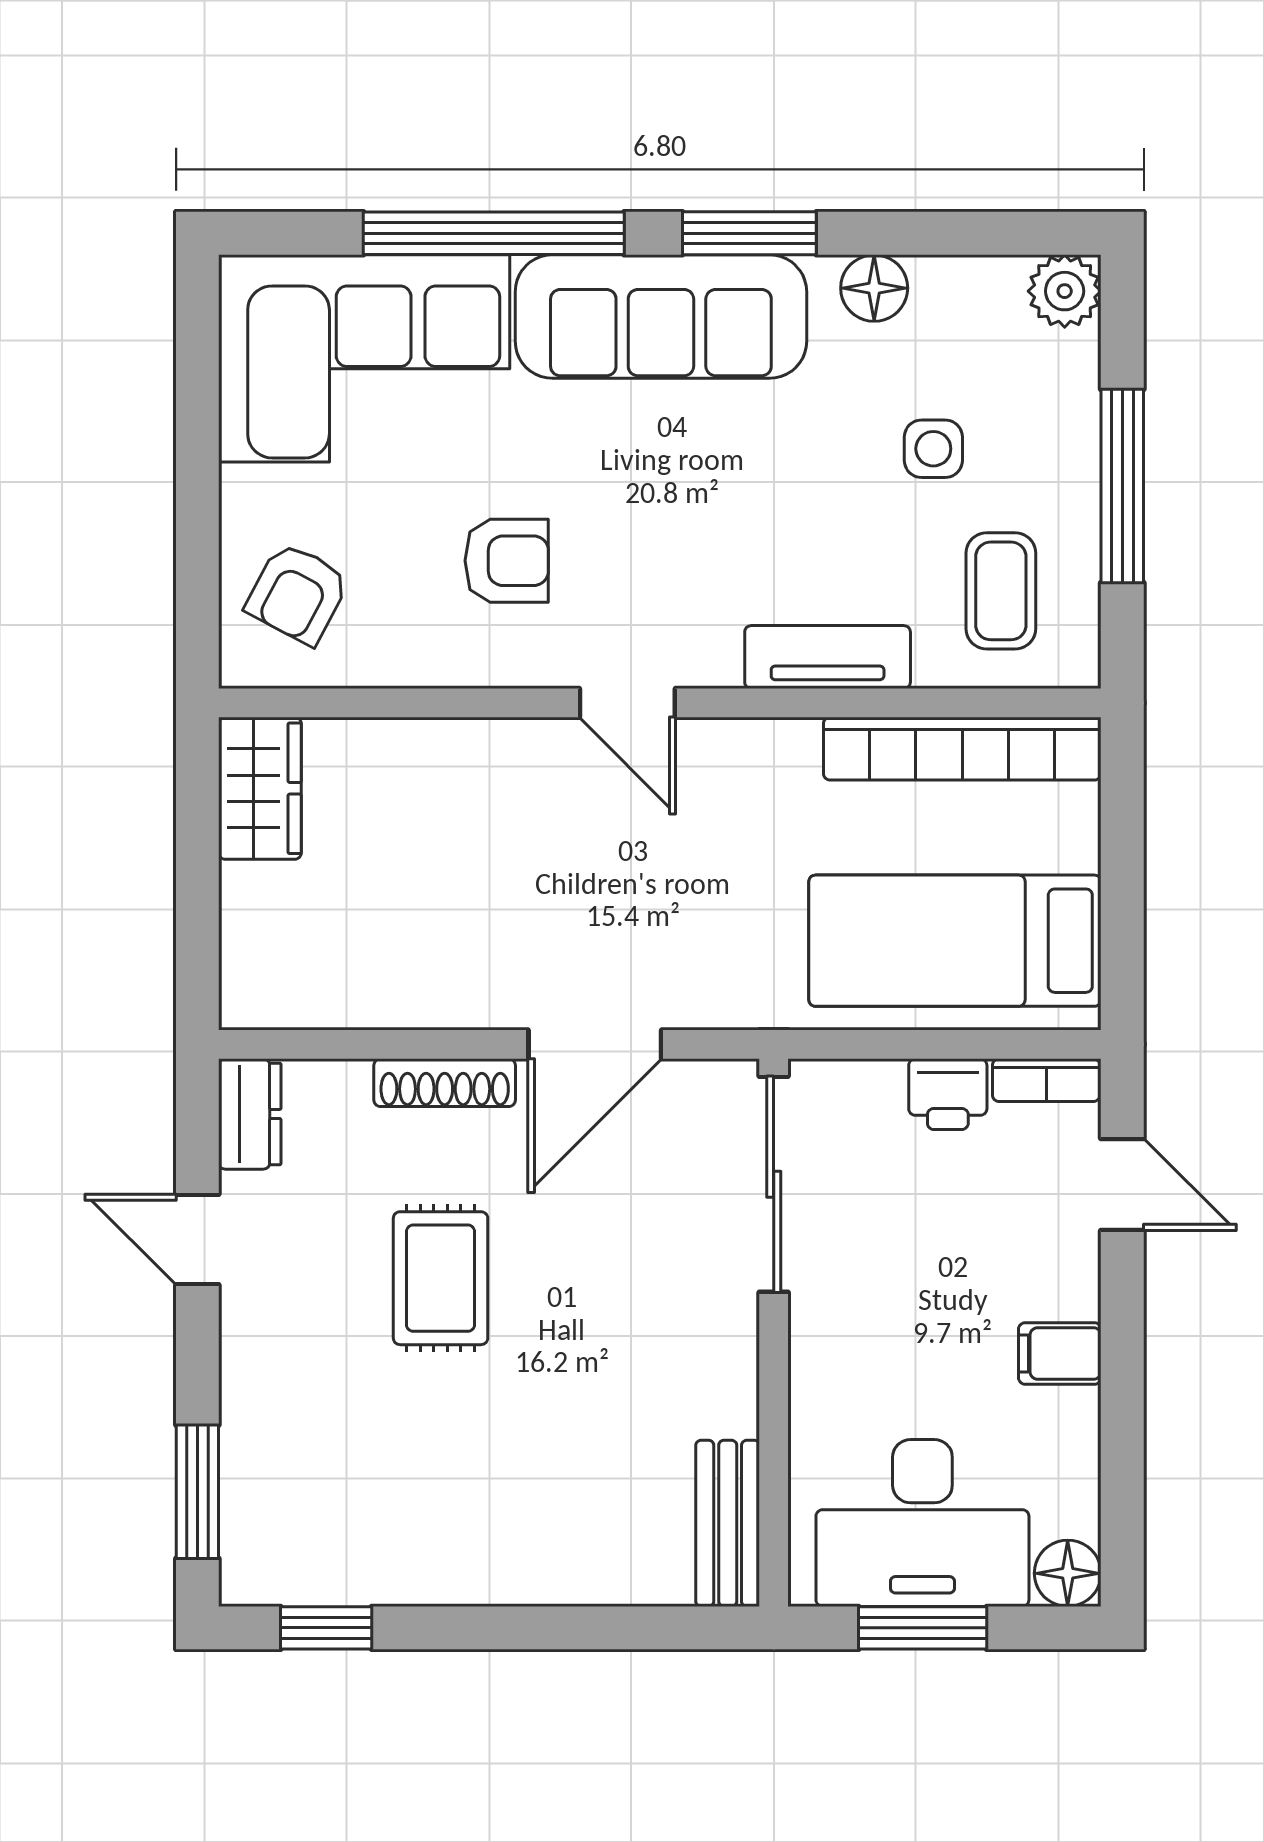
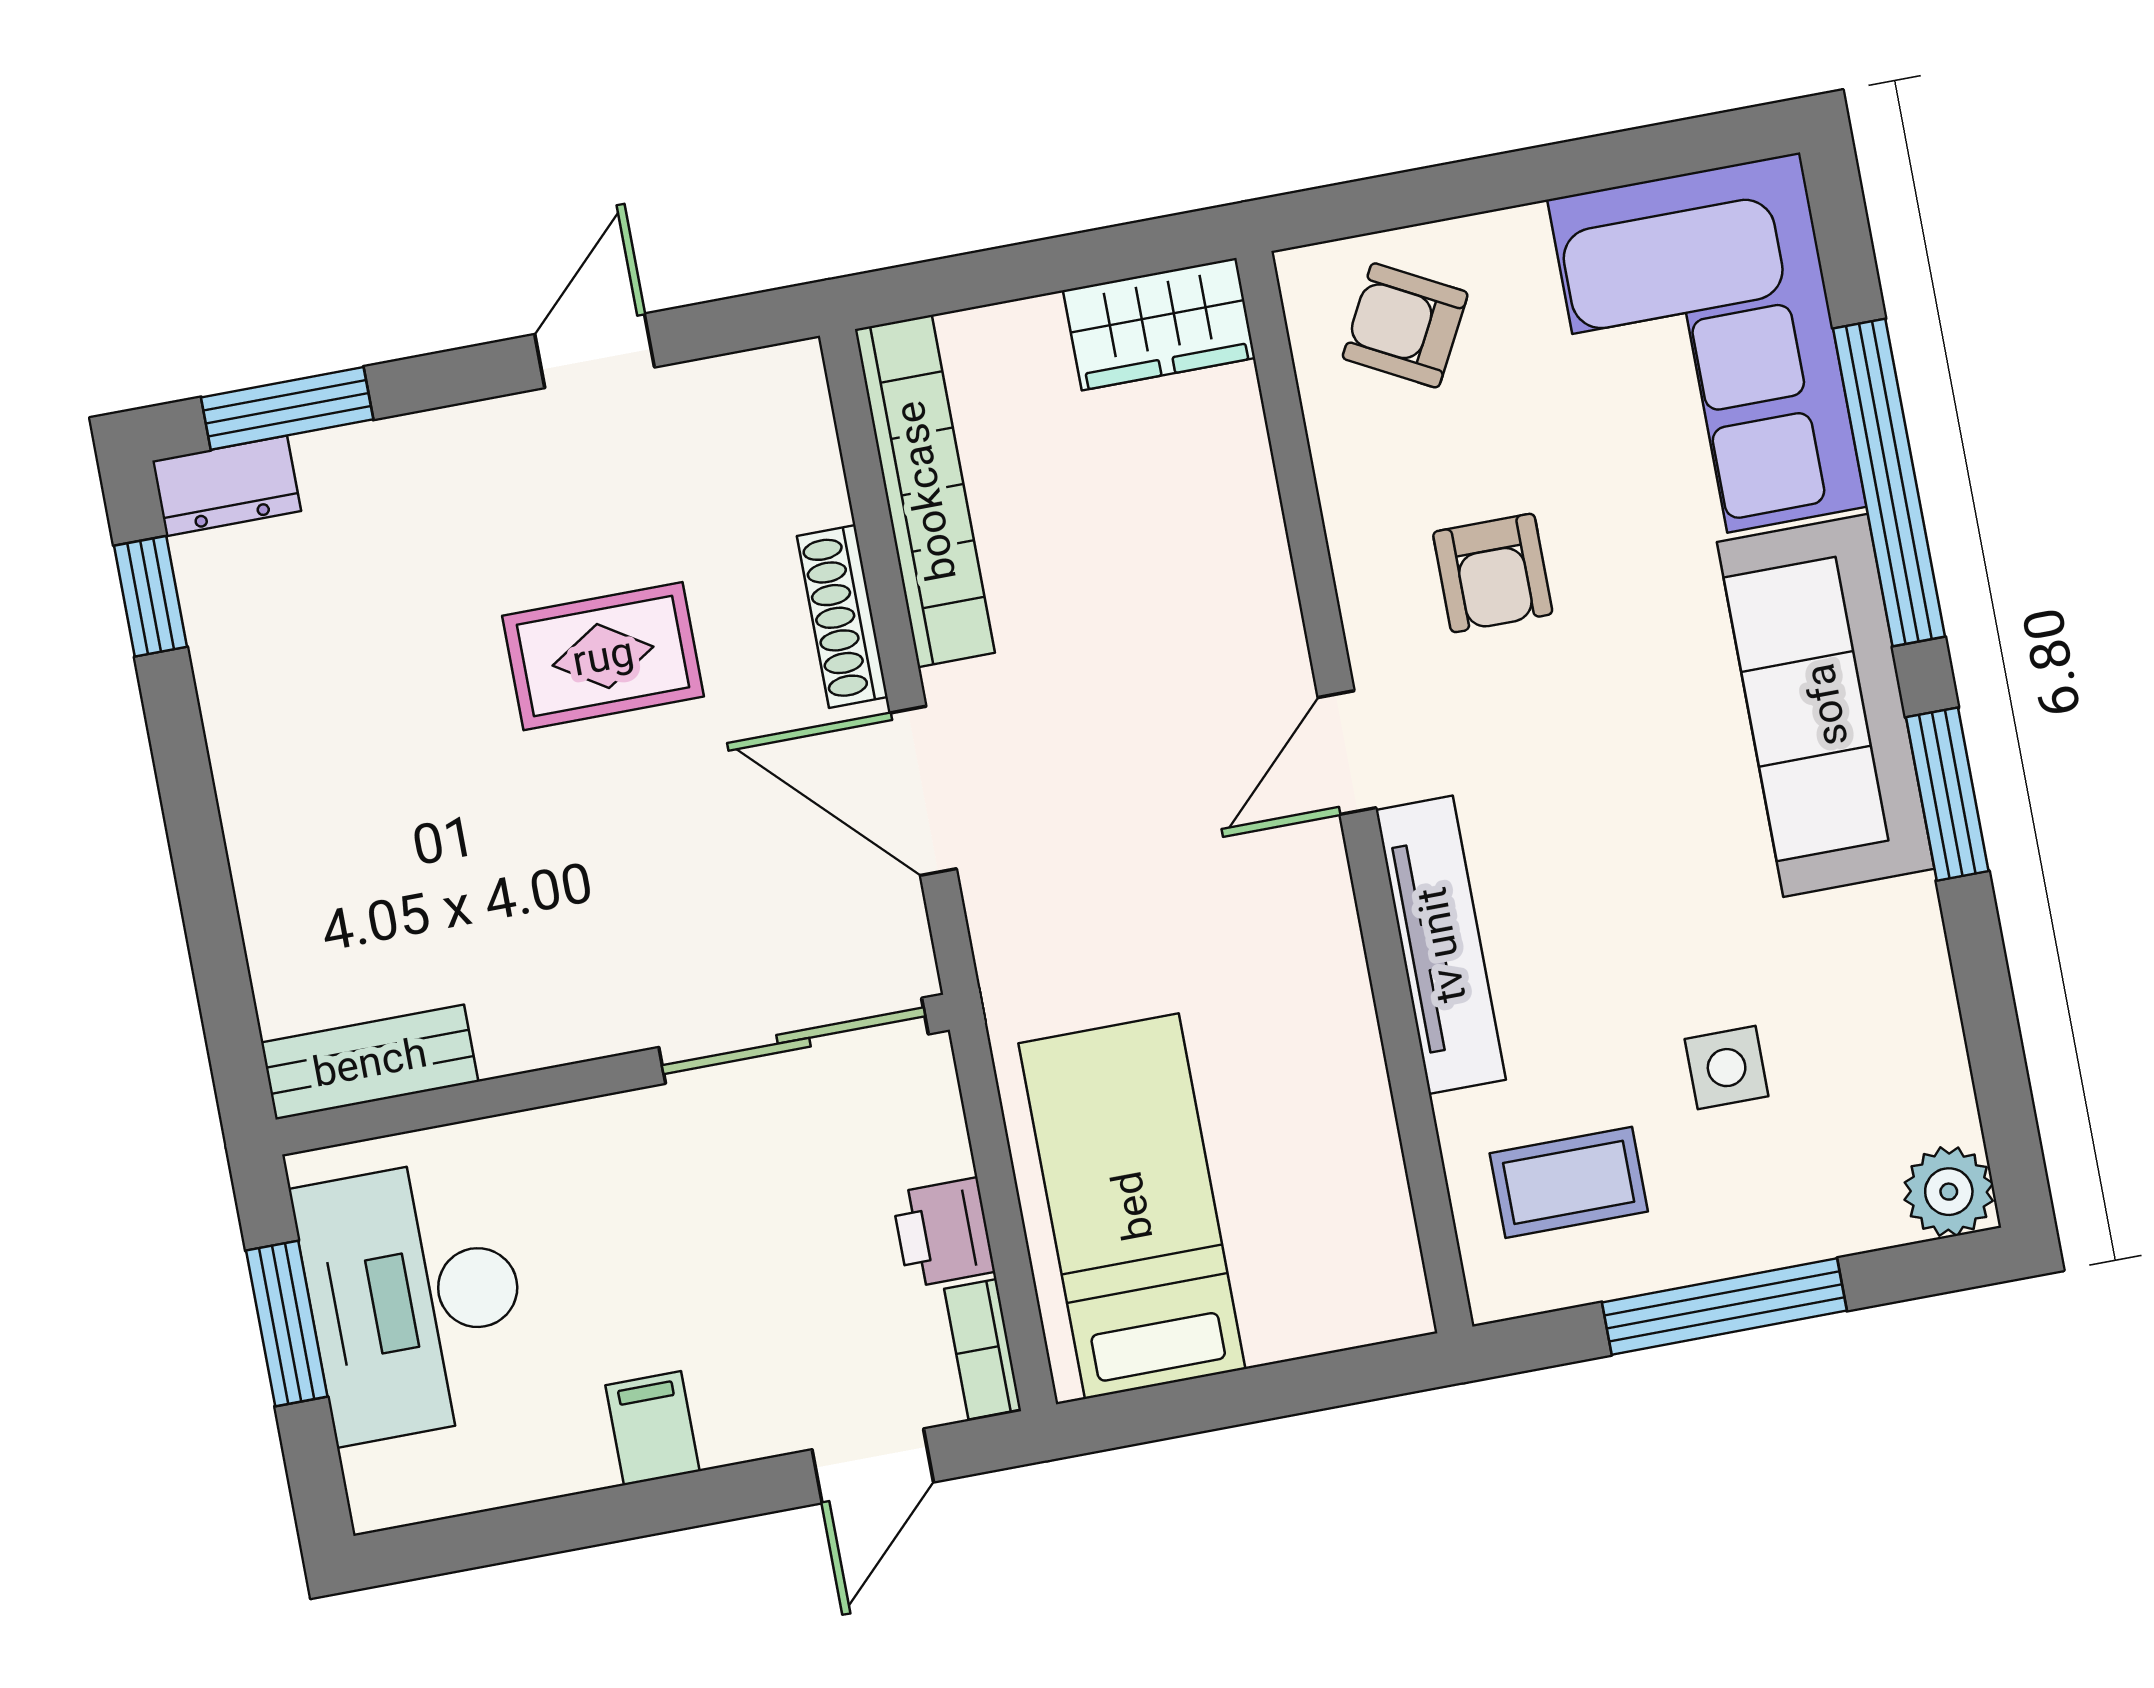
floor lamp: (874, 288) -> (1909, 959), removed
tv unit: (828, 657) -> (1441, 945), width x1.41
bookcase: (962, 749) -> (925, 491), moved, turned 180
dresser: (250, 1114) -> (227, 486), moved
floor lamp: (1068, 1573) -> (386, 1488), removed

